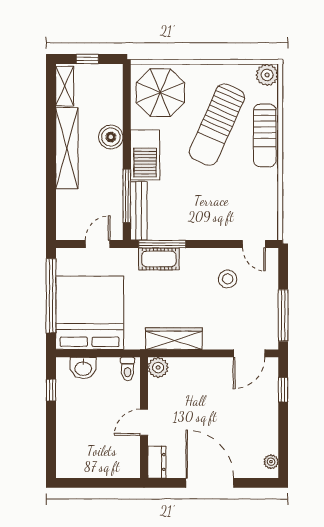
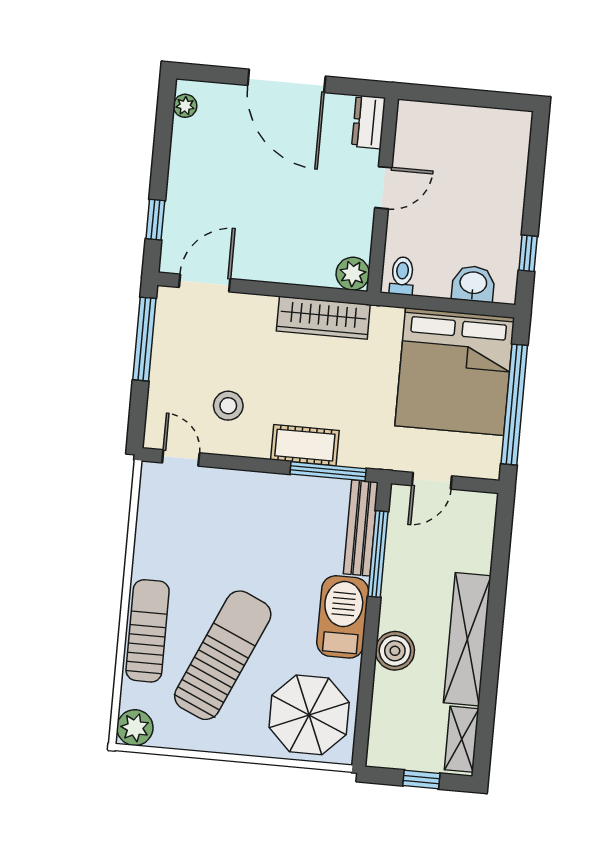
cot: (159, 259) -> (305, 445), moved

